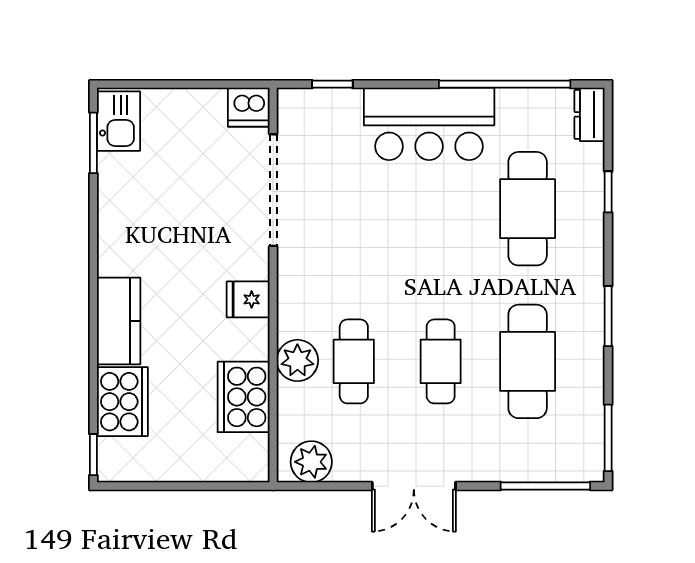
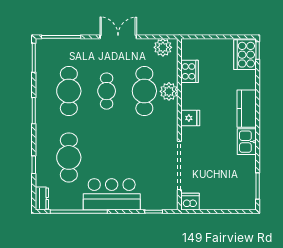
kitchen sink: (118, 121) -> (247, 142), moved
cafe table: (354, 361) -> (144, 91), width x1.37, depth x1.35
cooker: (244, 397) -> (190, 71), width x0.73, depth x0.76
cooker: (122, 402) -> (245, 55), moved

